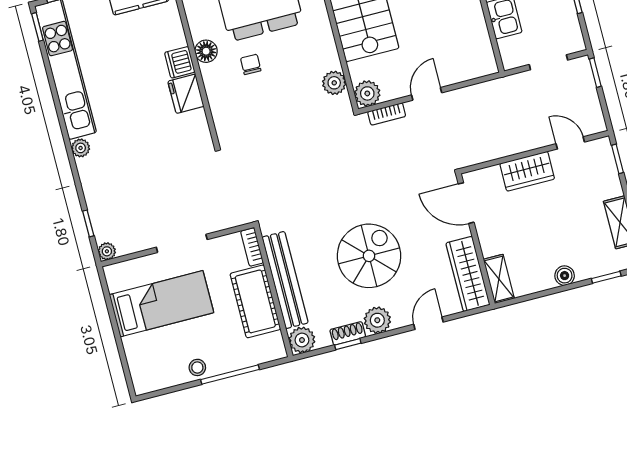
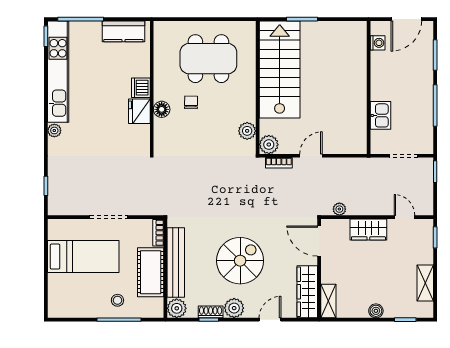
floor lamp: (206, 51) -> (162, 109), moved
plant: (107, 251) -> (339, 209), moved
stool: (197, 367) -> (117, 300), moved

